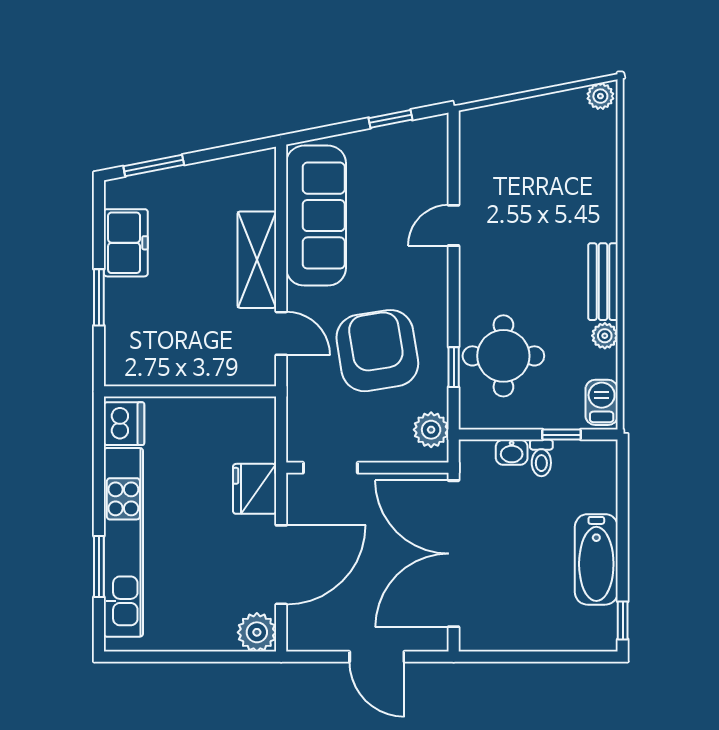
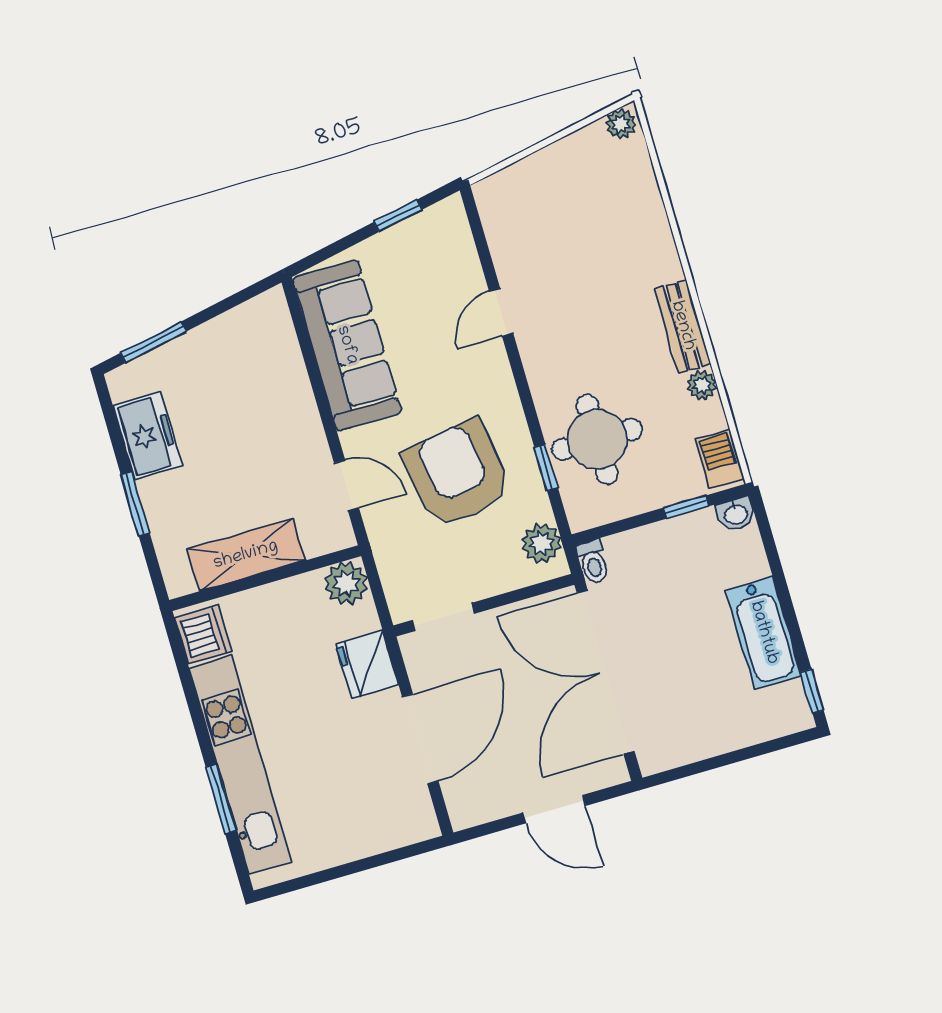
shelving: (257, 260) -> (246, 555), moved, turned 90
washbasin: (512, 452) -> (736, 514), moved
toilet: (541, 458) -> (593, 562), moved
plant: (257, 632) -> (346, 583), moved

